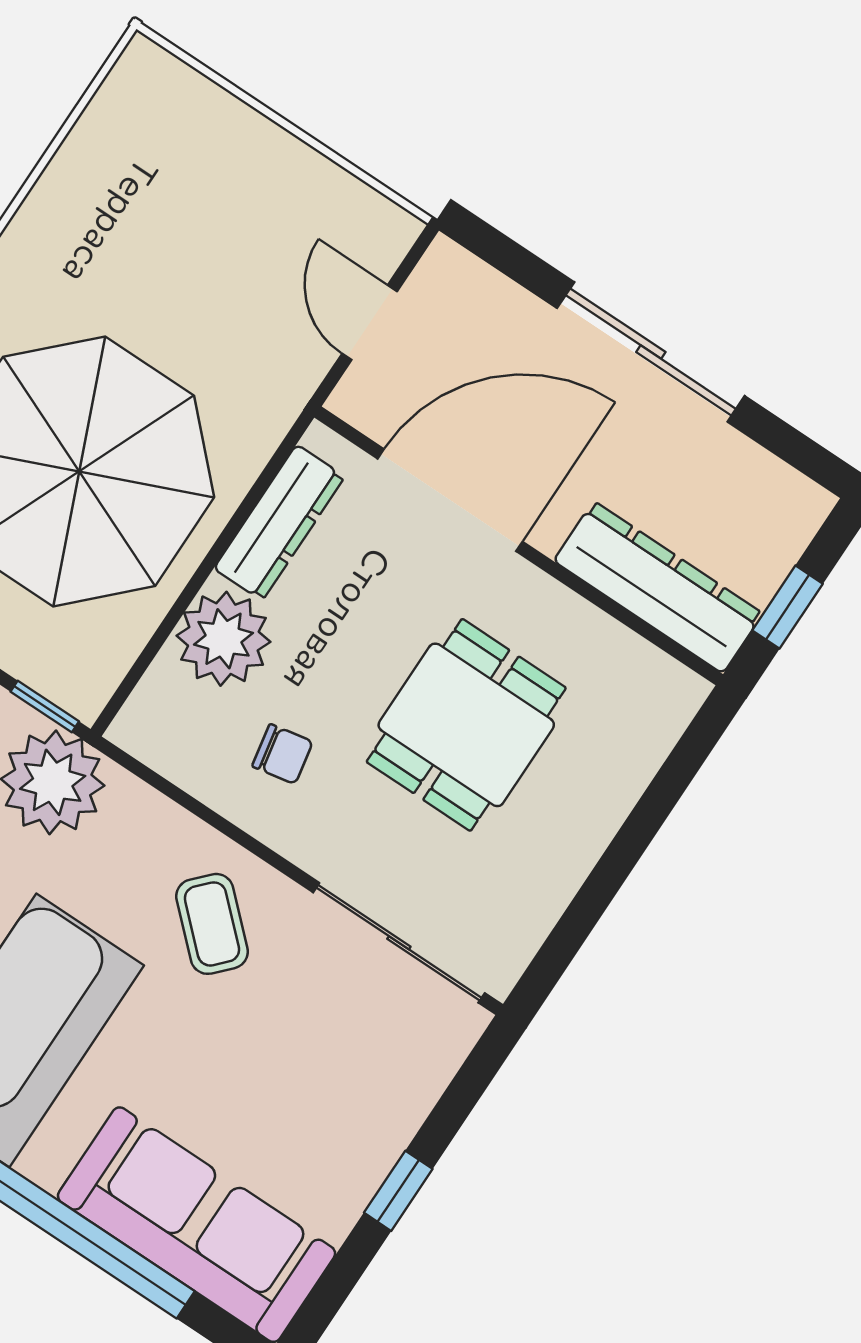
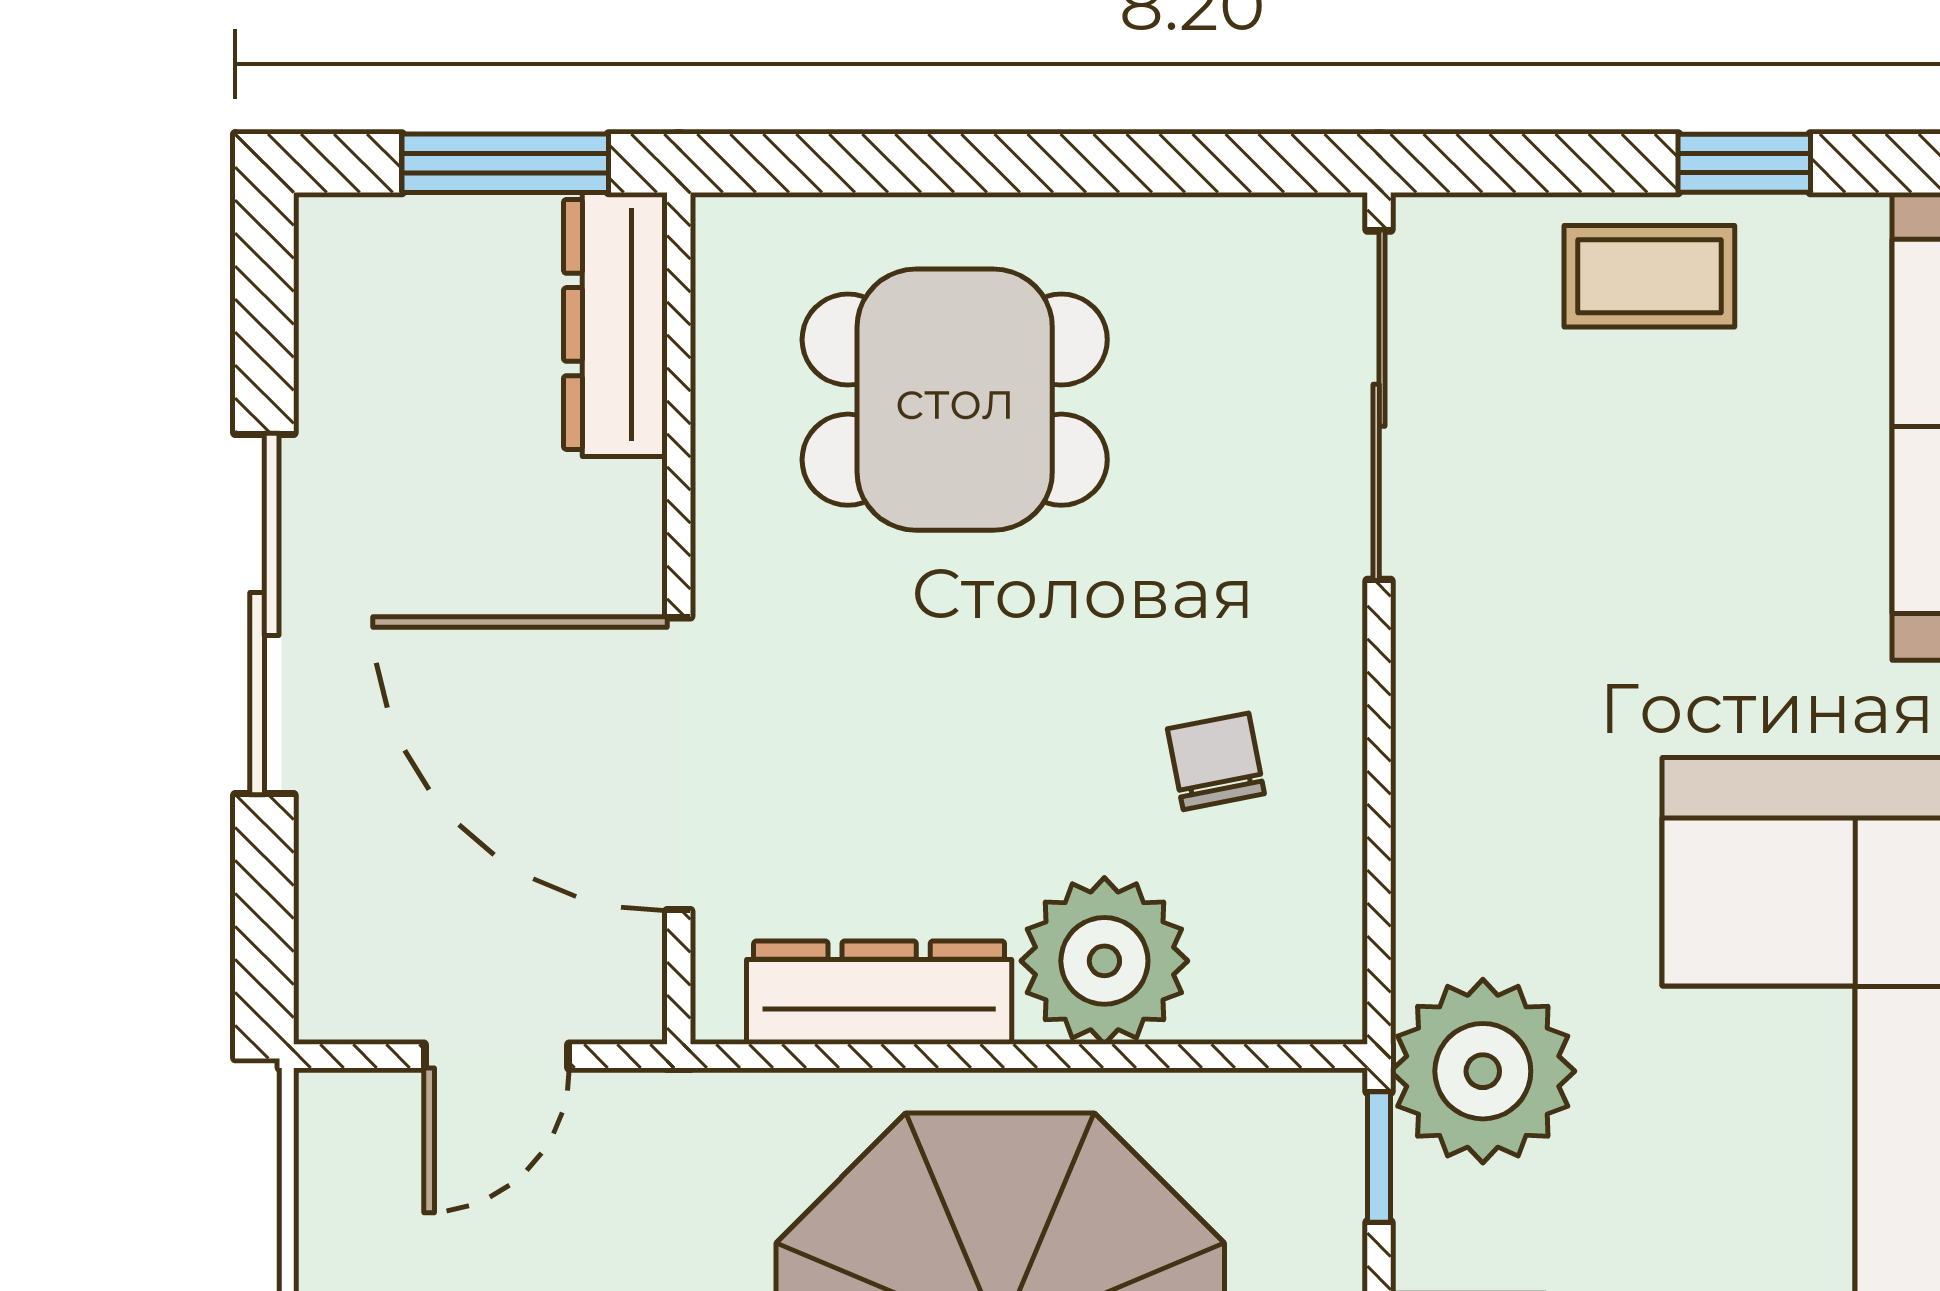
dresser: (658, 587) -> (615, 324), width x0.73, depth x0.80
window: (788, 607) -> (505, 163), width x1.50
dining table: (466, 725) -> (955, 400), moved
coffee table: (212, 924) -> (1649, 276), moved, turned 47

